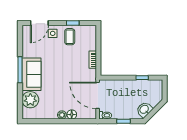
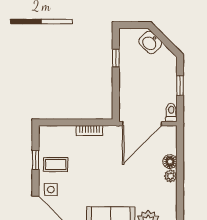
washbasin: (144, 110) -> (150, 42), moved

